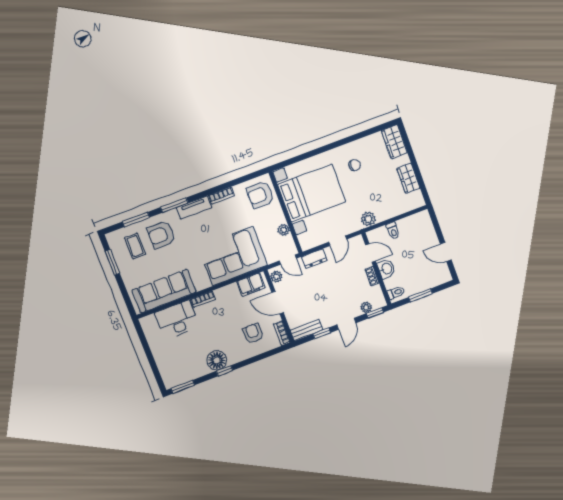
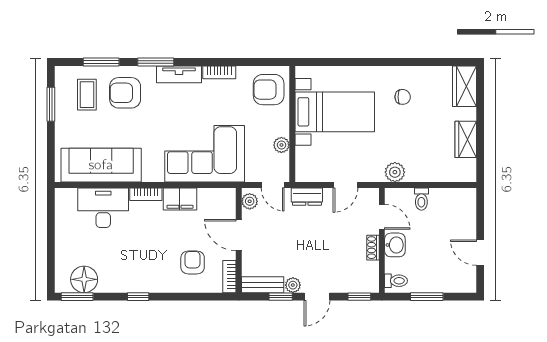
bed with nightstands: (312, 193) -> (335, 112), width x0.73
filing cabinet: (251, 285) -> (180, 199), moved
plant: (366, 307) -> (293, 285), moved
floor lamp: (217, 360) -> (84, 279), moved

